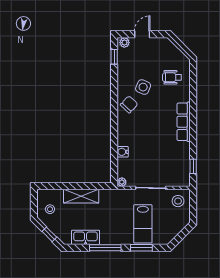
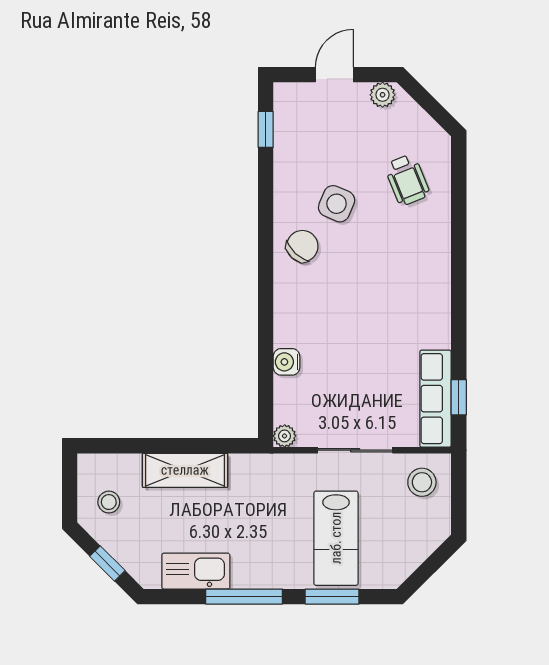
plant: (124, 43) -> (383, 95), moved
wheelchair: (172, 77) -> (407, 180), turned -112
row of seats: (184, 122) -> (435, 399), moved

